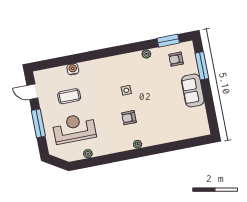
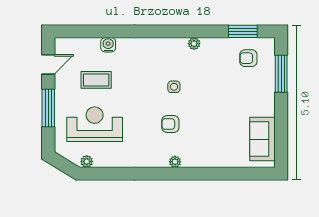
plant: (146, 54) -> (194, 44), moved
sofa: (193, 90) -> (263, 139), moved
door: (32, 92) -> (48, 64), swing flipped
plant: (88, 154) -> (87, 161), moved

